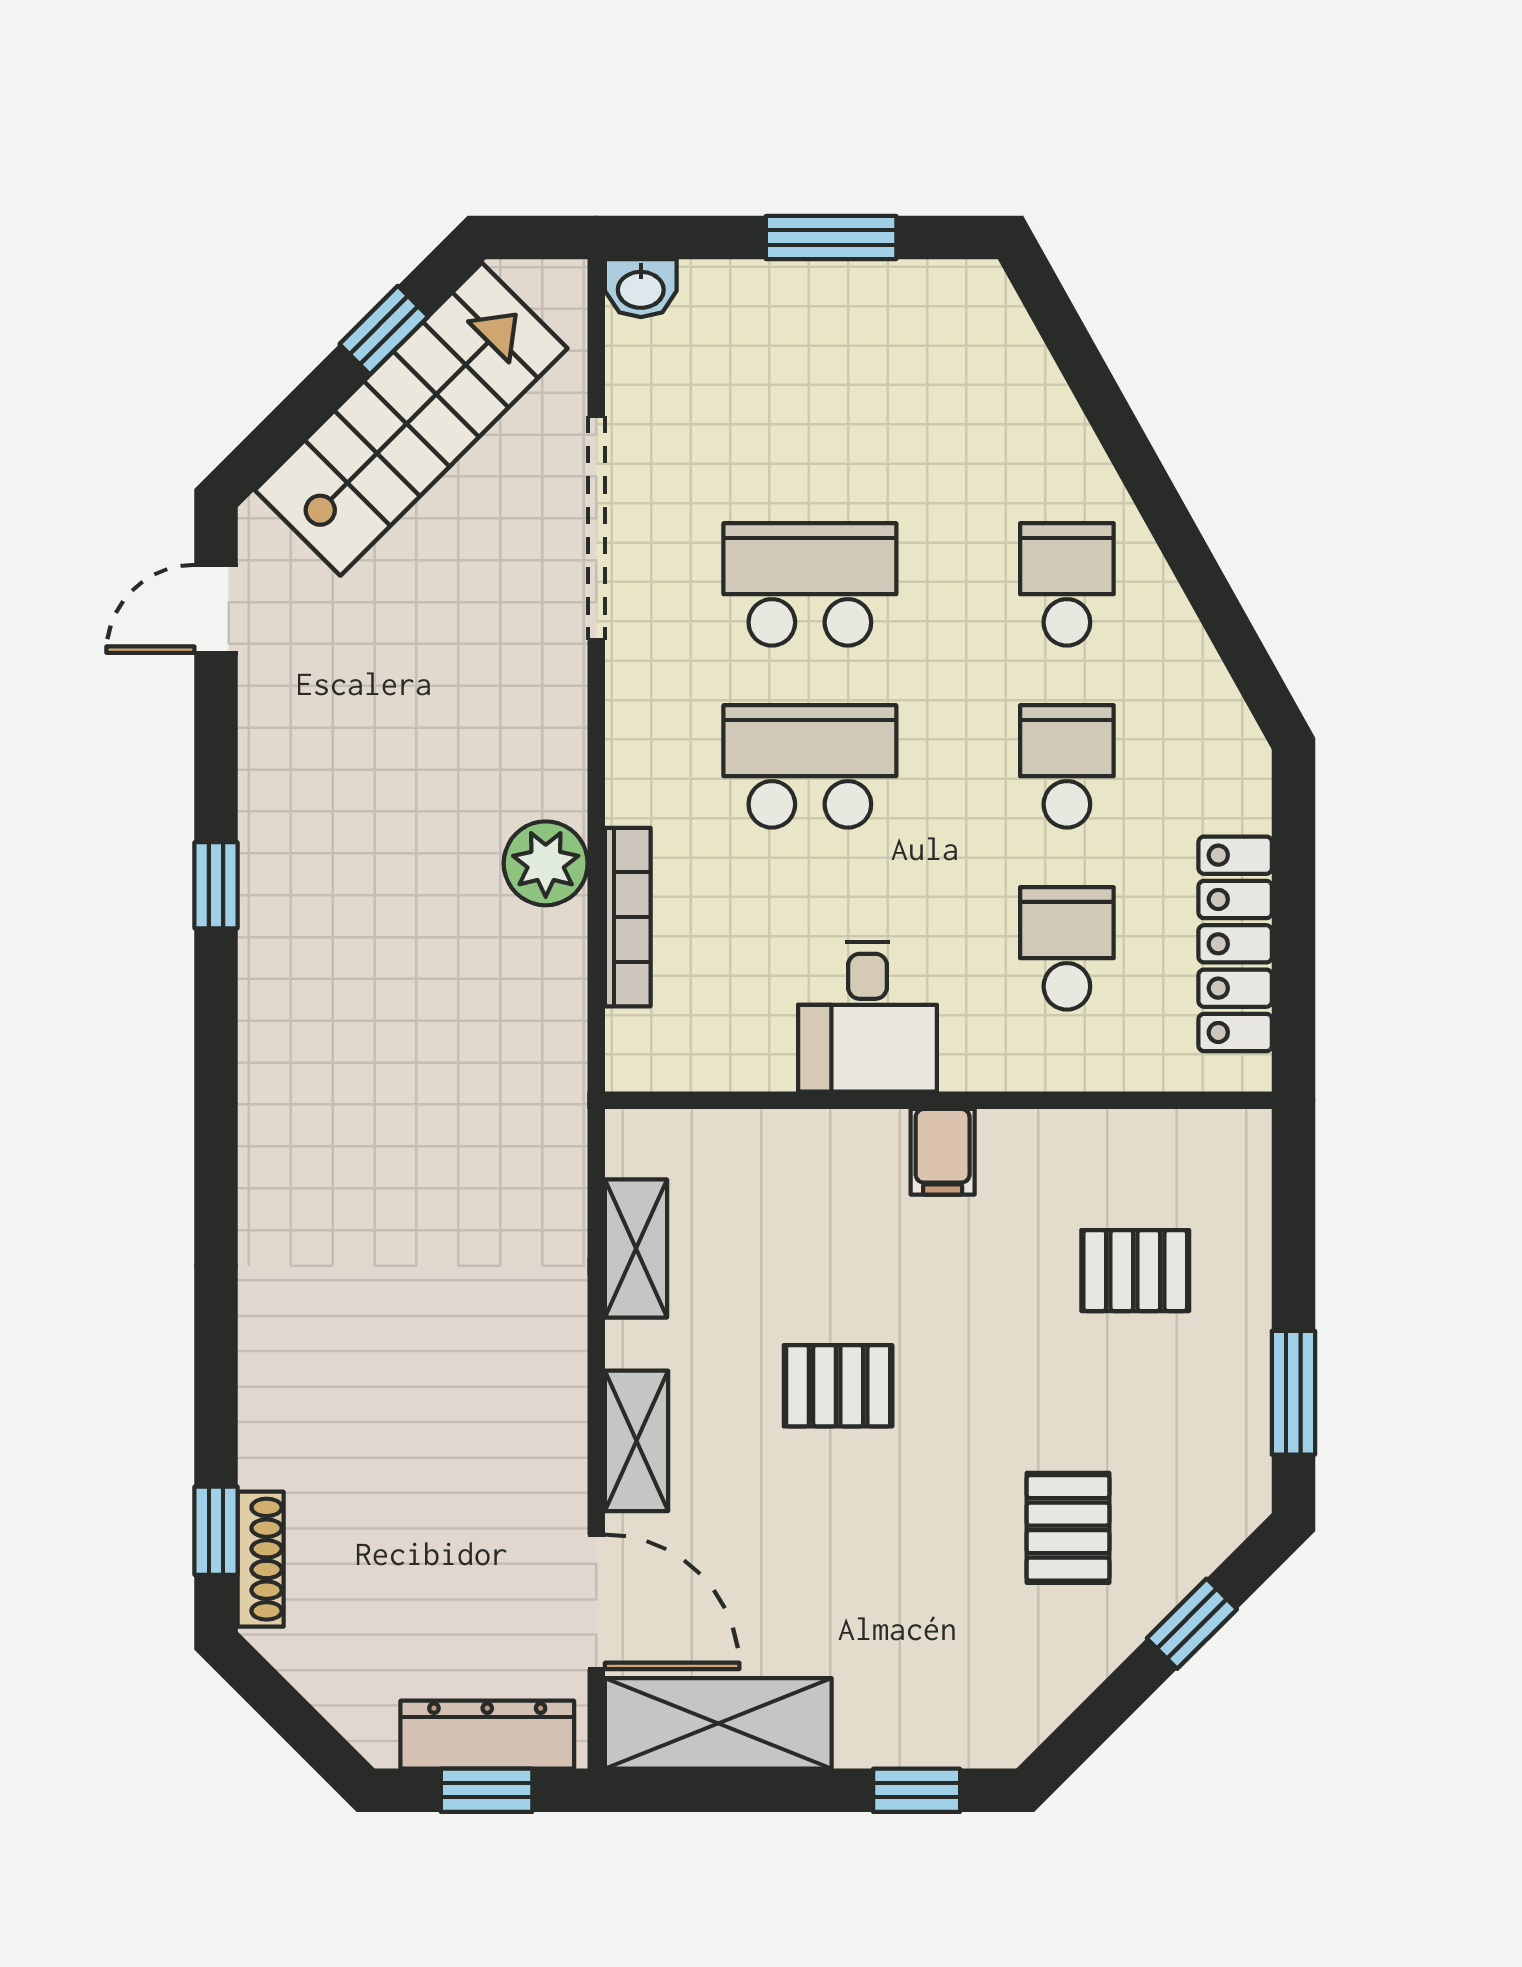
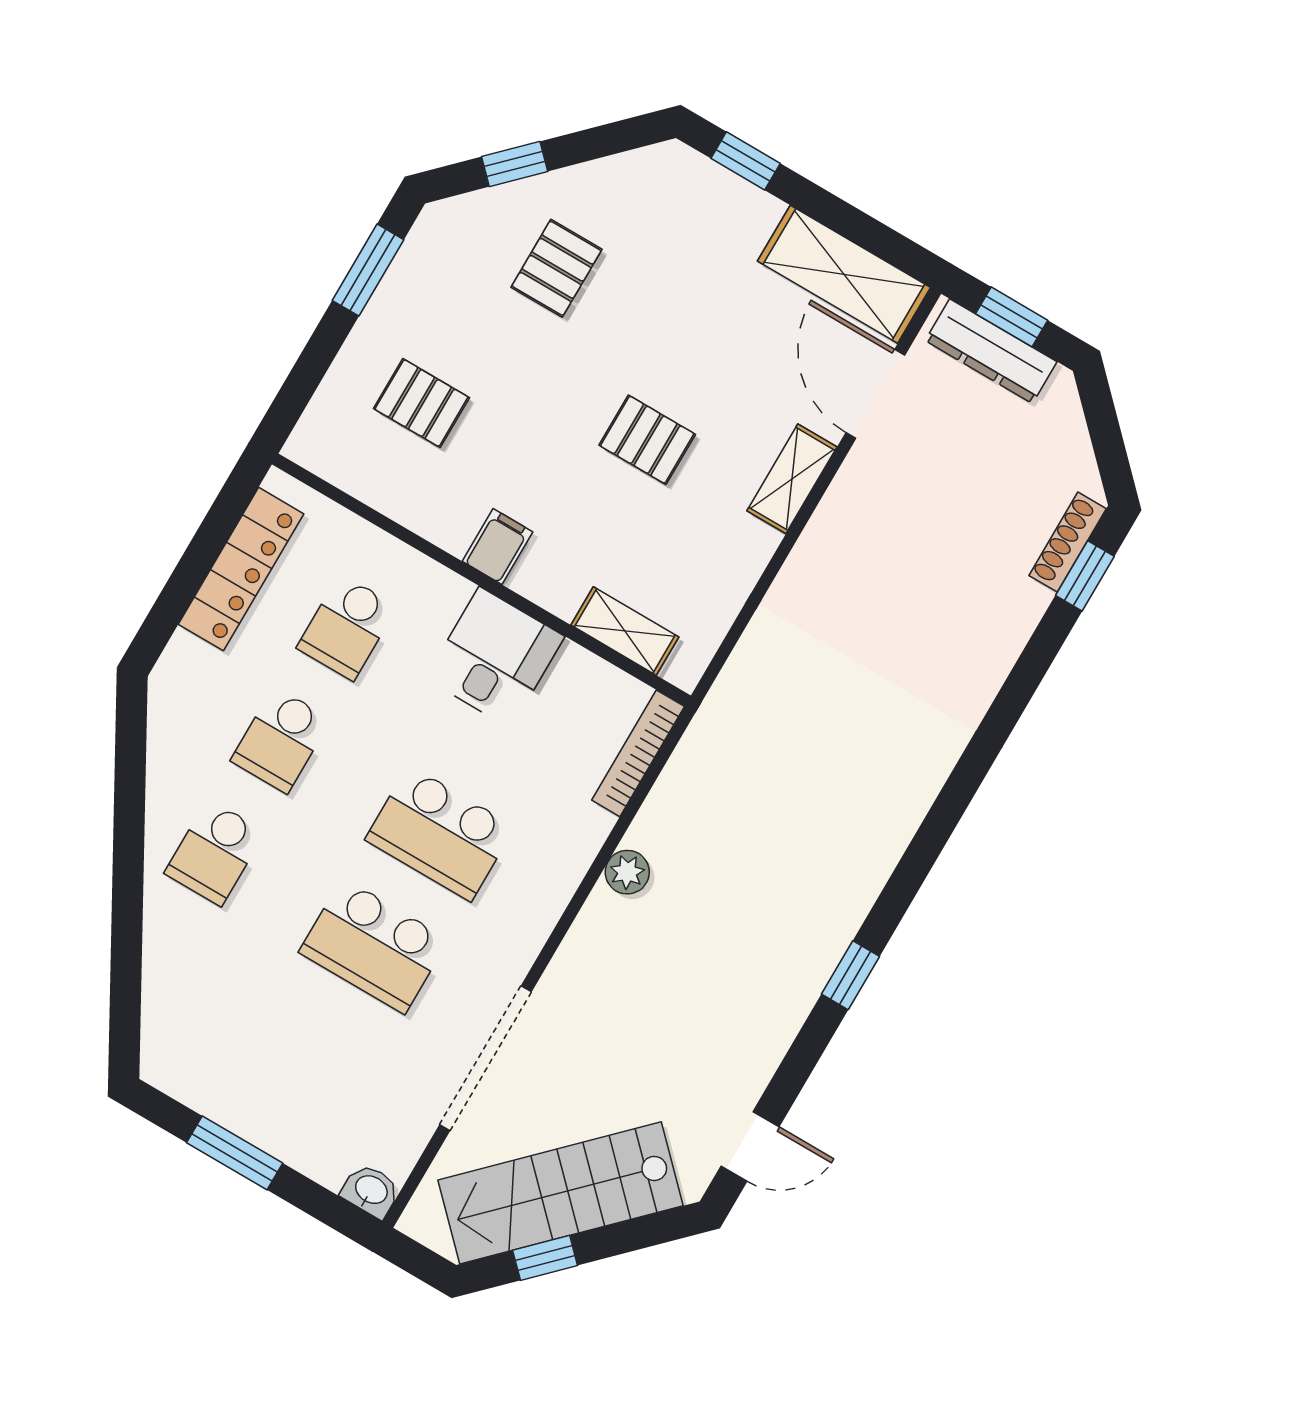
plant: (546, 863) -> (627, 872), width x0.73, depth x0.73
bookcase: (628, 917) -> (638, 753), moved
shelving: (636, 1249) -> (625, 631), moved, turned 90

